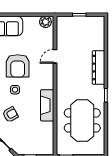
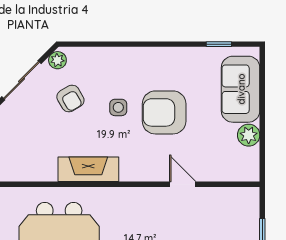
plant: (45, 22) -> (249, 135), moved

